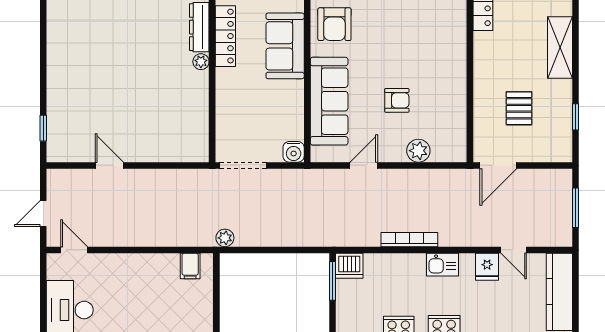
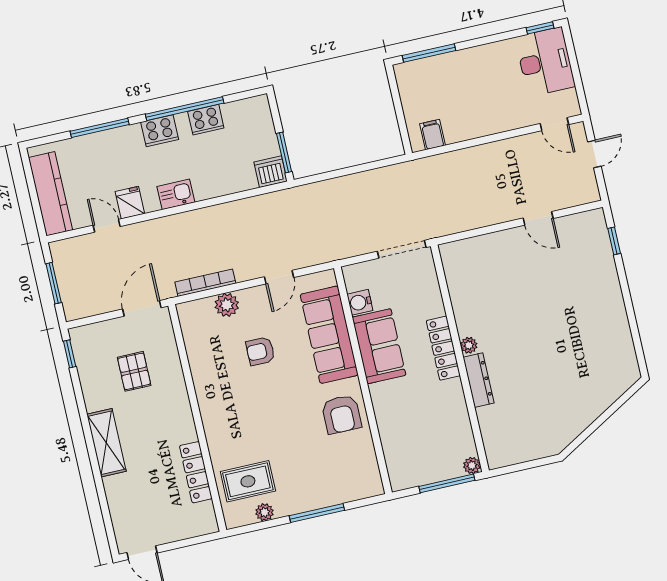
armchair: (334, 24) -> (341, 414), turned 180
locker: (225, 36) -> (443, 348), moved
sofa: (285, 46) -> (379, 346), moved
window: (575, 117) -> (70, 354), moved
water cooler: (294, 152) -> (360, 302), moved, turned -90
plant: (225, 238) -> (404, 171), removed
bookcase: (409, 240) -> (205, 283), moved, turned 180

